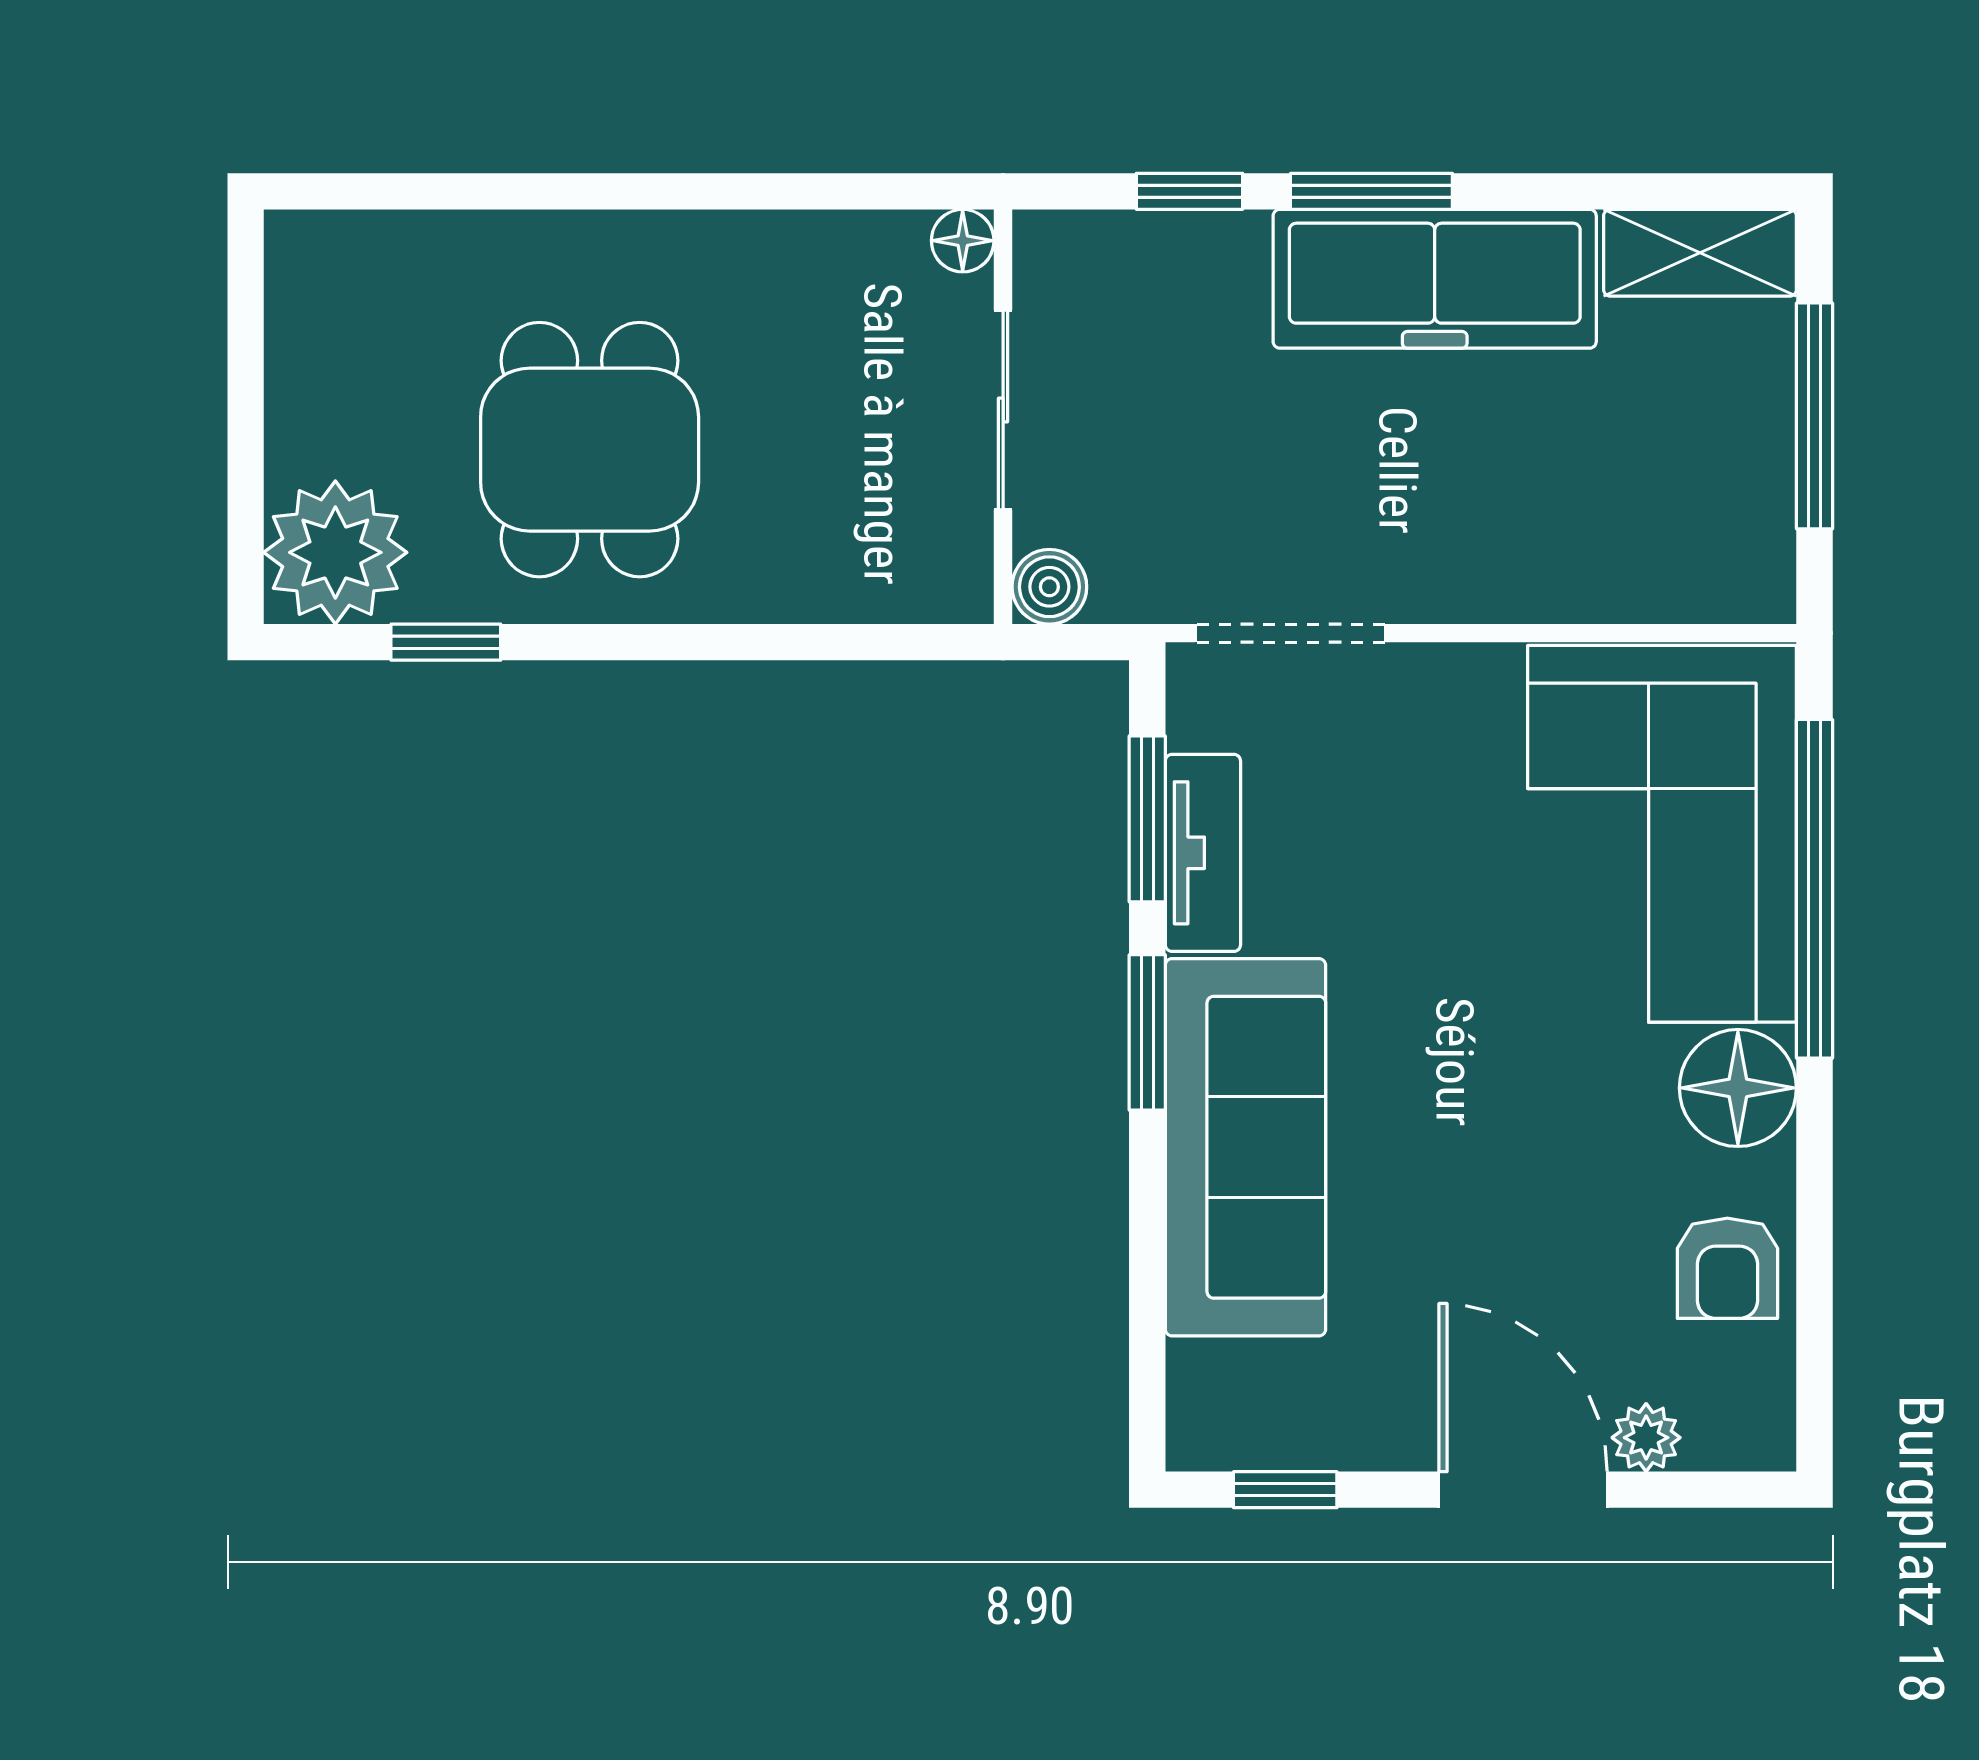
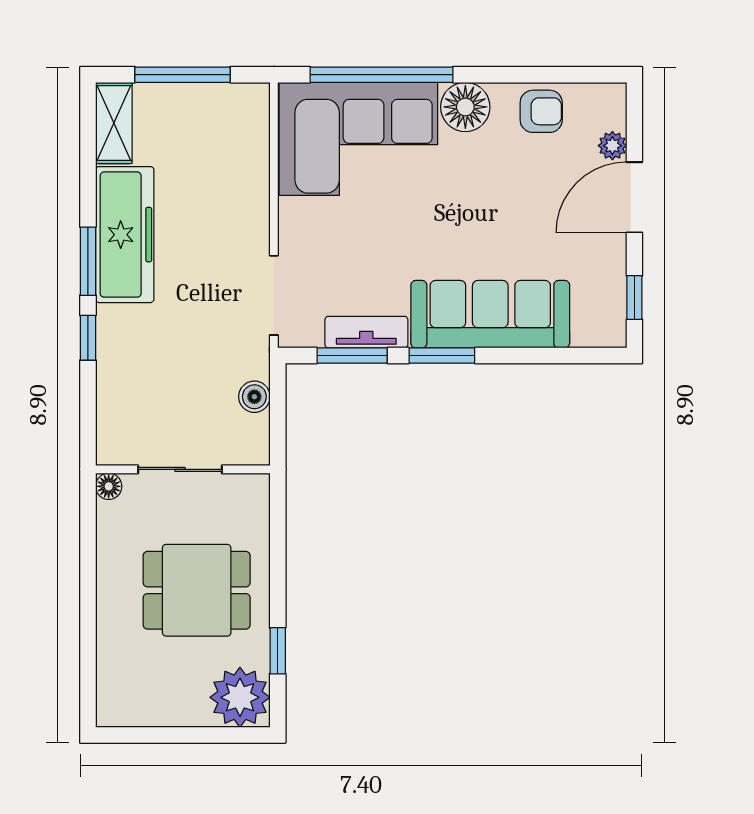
floor lamp: (963, 241) -> (109, 486), moved
sliding door: (1003, 410) -> (180, 469), moved
wall: (1003, 417) -> (183, 469), moved

